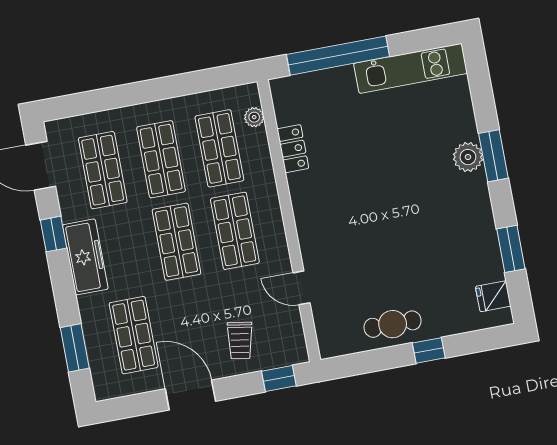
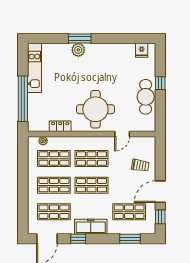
round table: (345, 219) -> (95, 109), added
window: (511, 249) -> (122, 39), removed
cafe table: (393, 324) -> (146, 97), width x1.37, depth x1.35
window: (279, 379) -> (160, 217), moved

